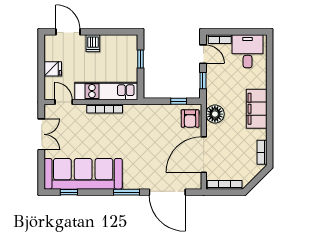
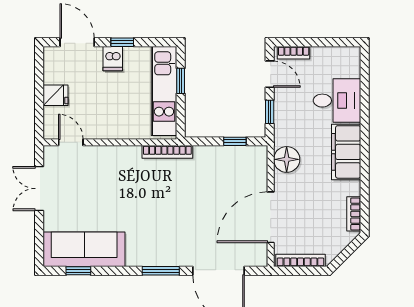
window: (100, 32) -> (122, 42), added
desk: (248, 51) -> (337, 101), moved, turned 90
kitchen unit: (106, 91) -> (164, 91), moved, turned -90
bookcase: (105, 109) -> (167, 152), moved
armchair: (190, 119) -> (251, 166), removed
double door: (41, 134) -> (39, 189), swing flipped
sofa: (83, 174) -> (84, 249), width x0.74, depth x0.79

